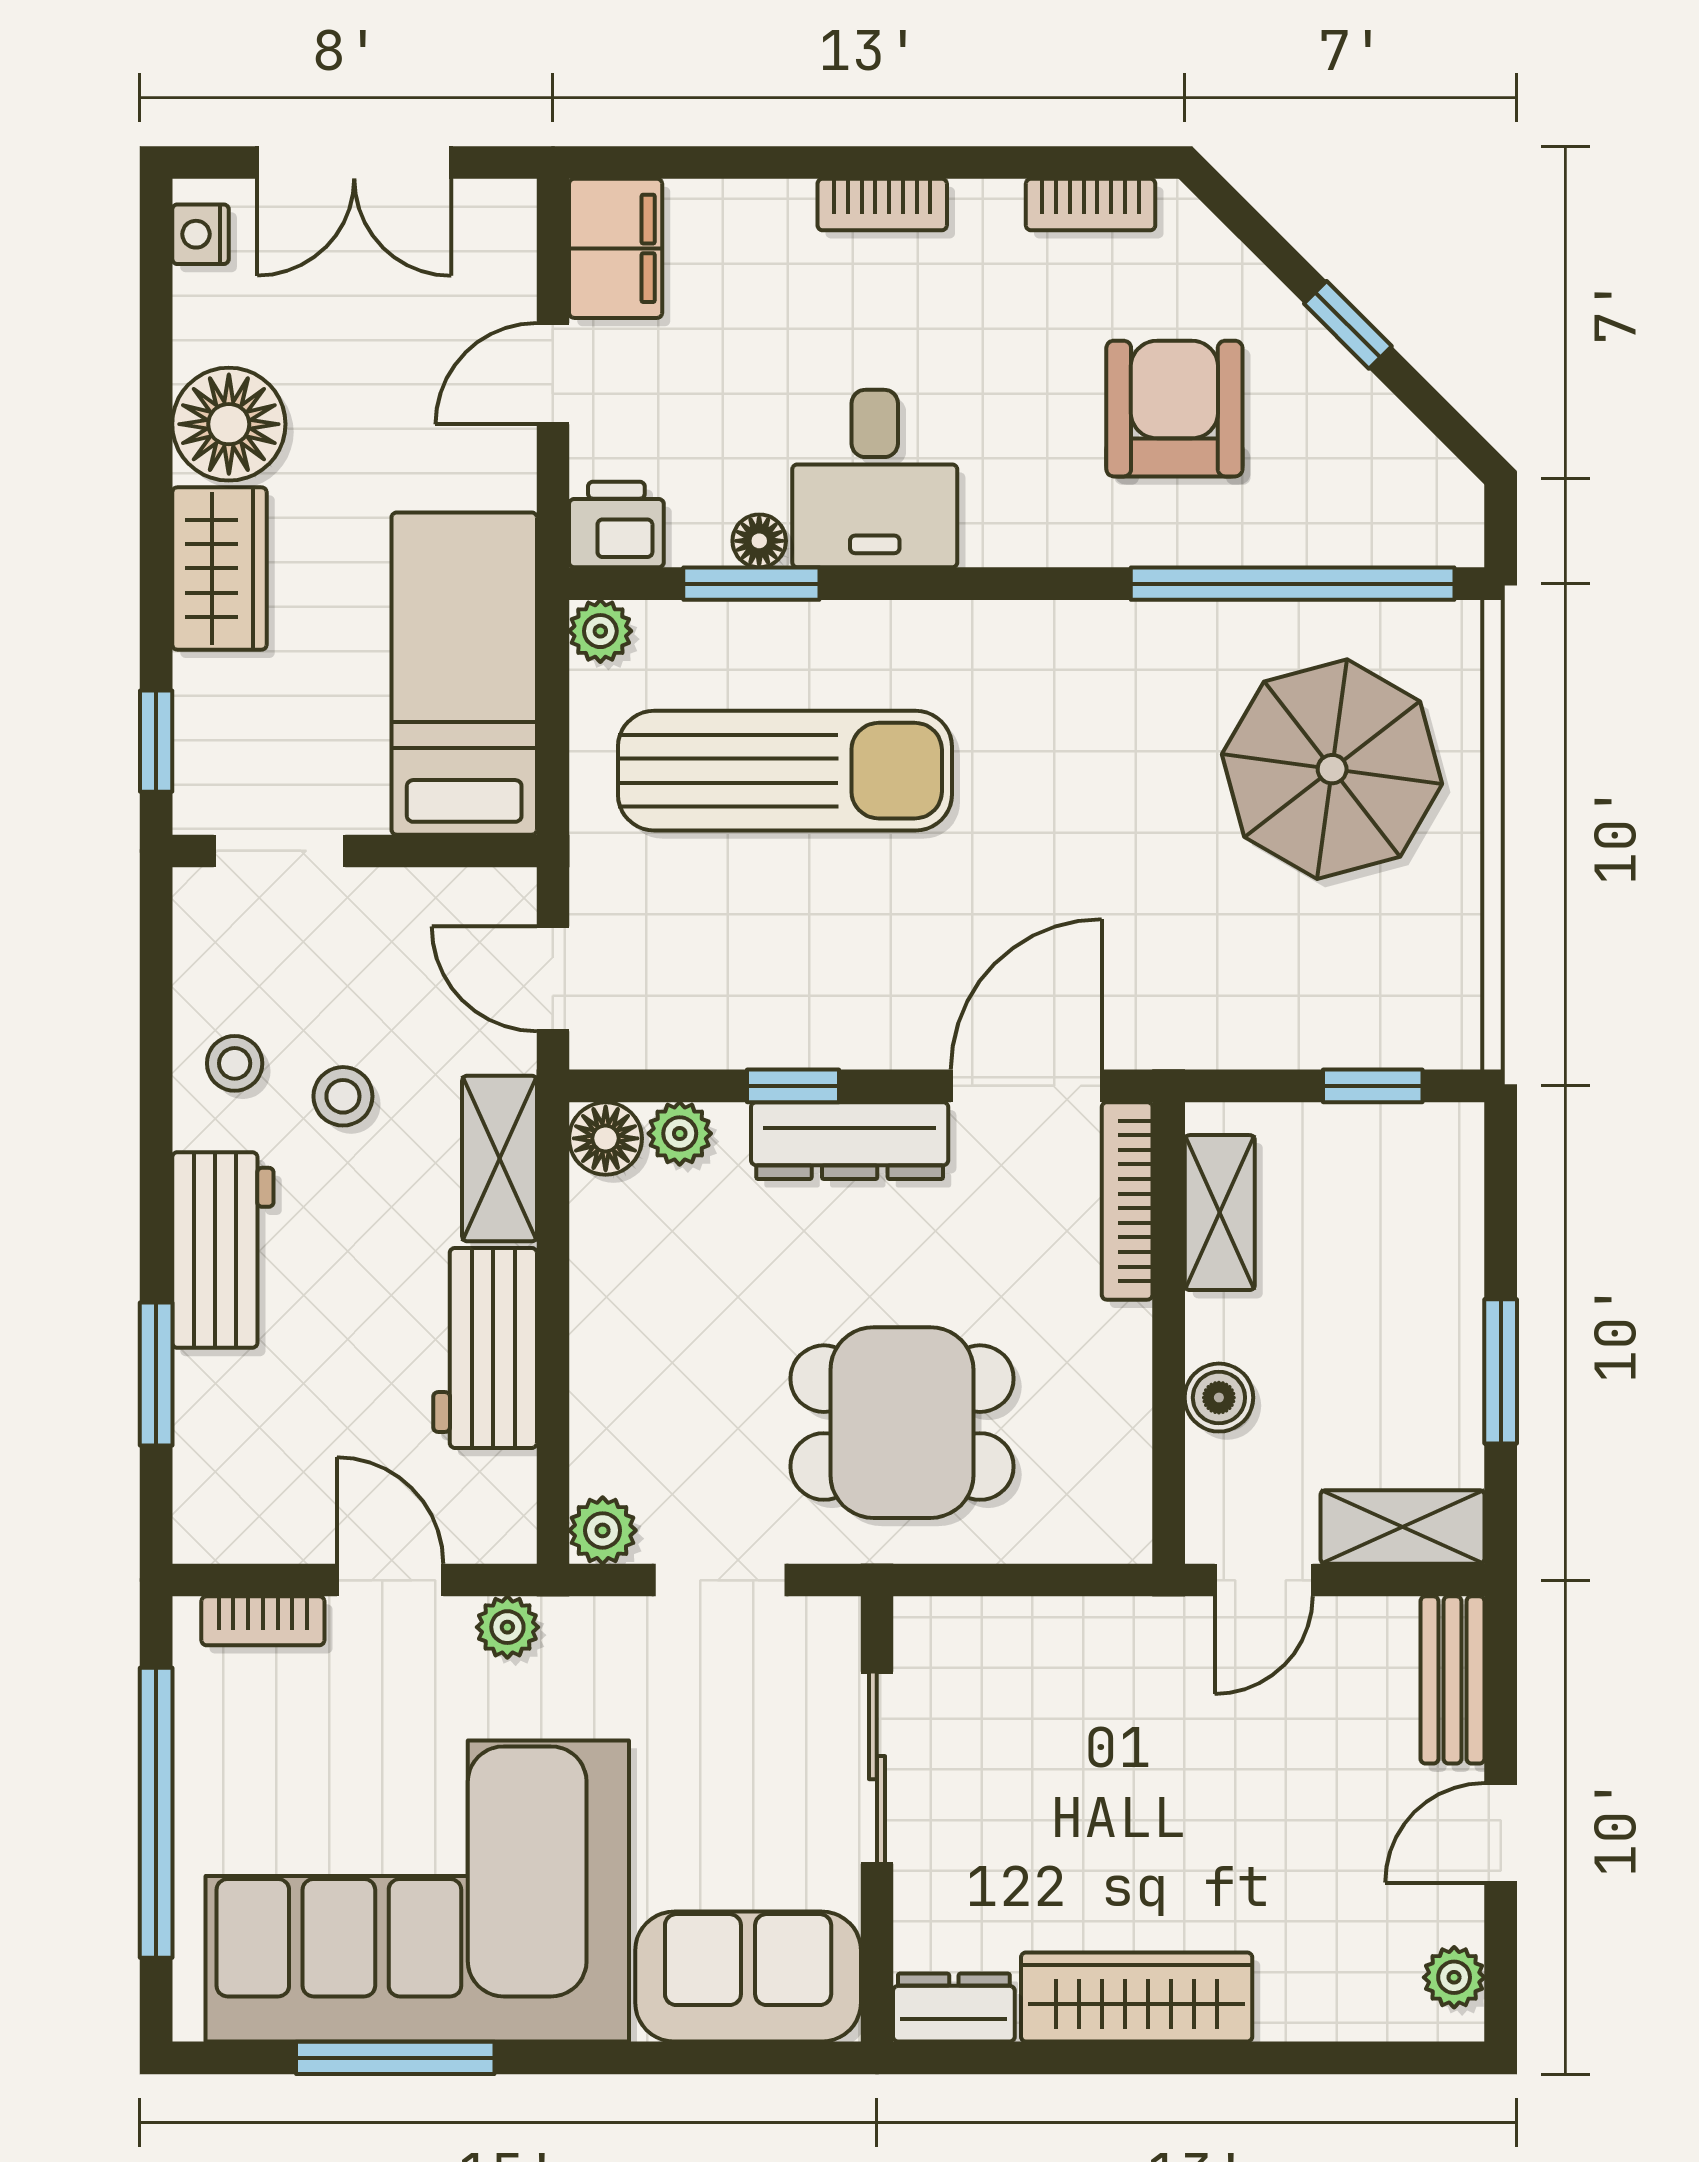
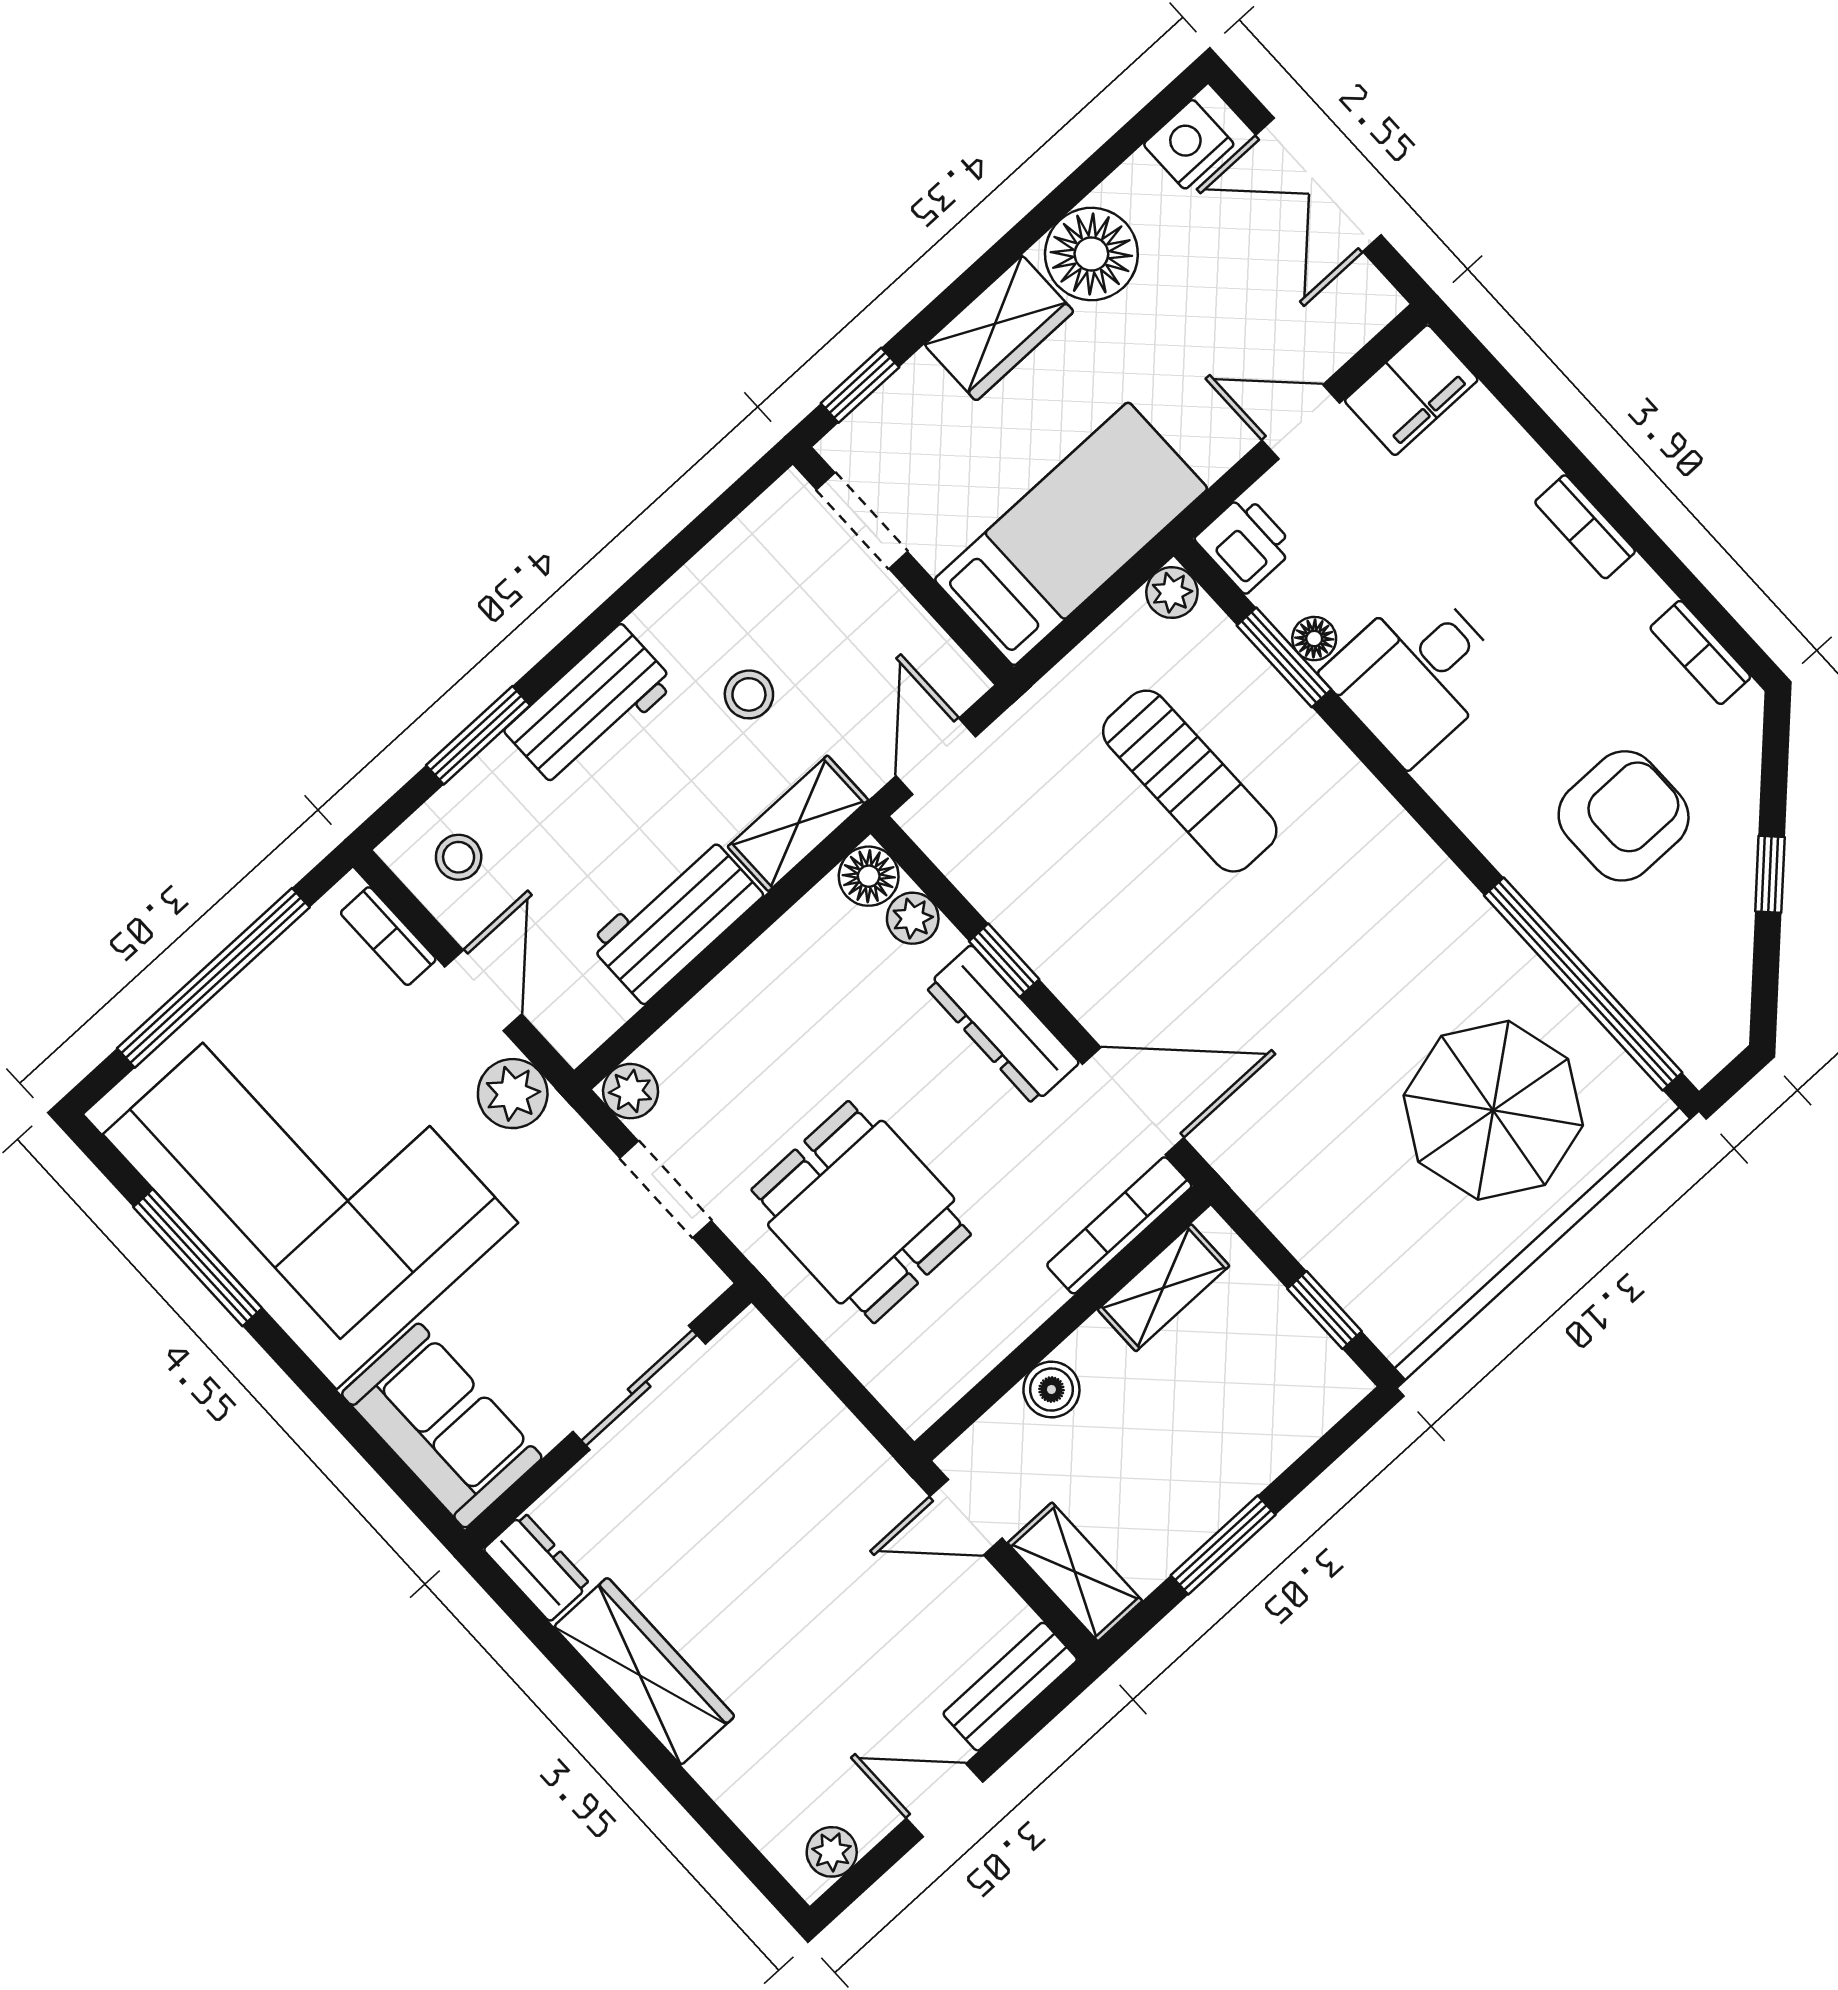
nightstand: (200, 234) -> (1189, 144), width x1.39, depth x1.35
sun lounger: (785, 771) -> (1190, 781), width x0.73, depth x0.75
stool: (235, 1063) -> (459, 857), moved
plant: (507, 1627) -> (513, 1094), width x1.38, depth x1.38

